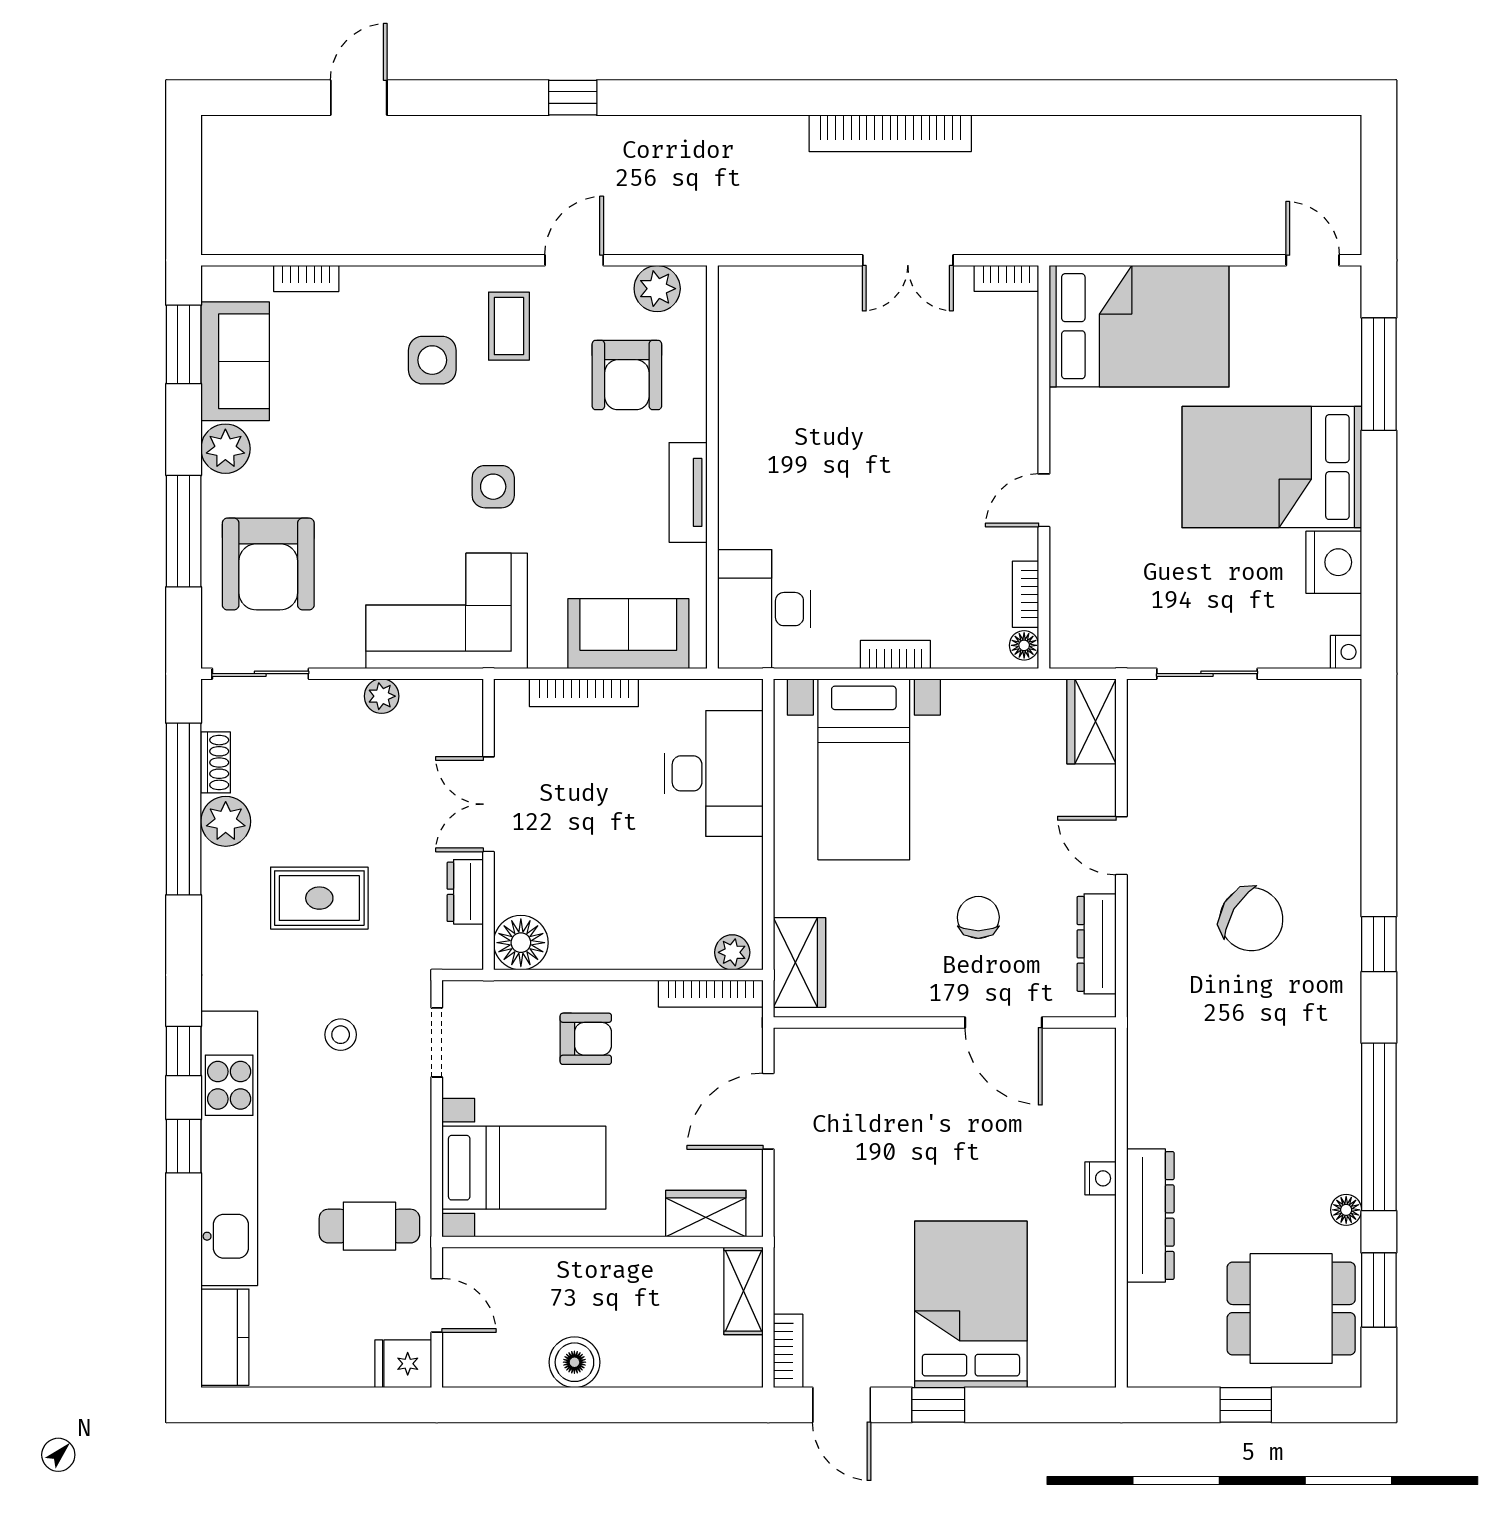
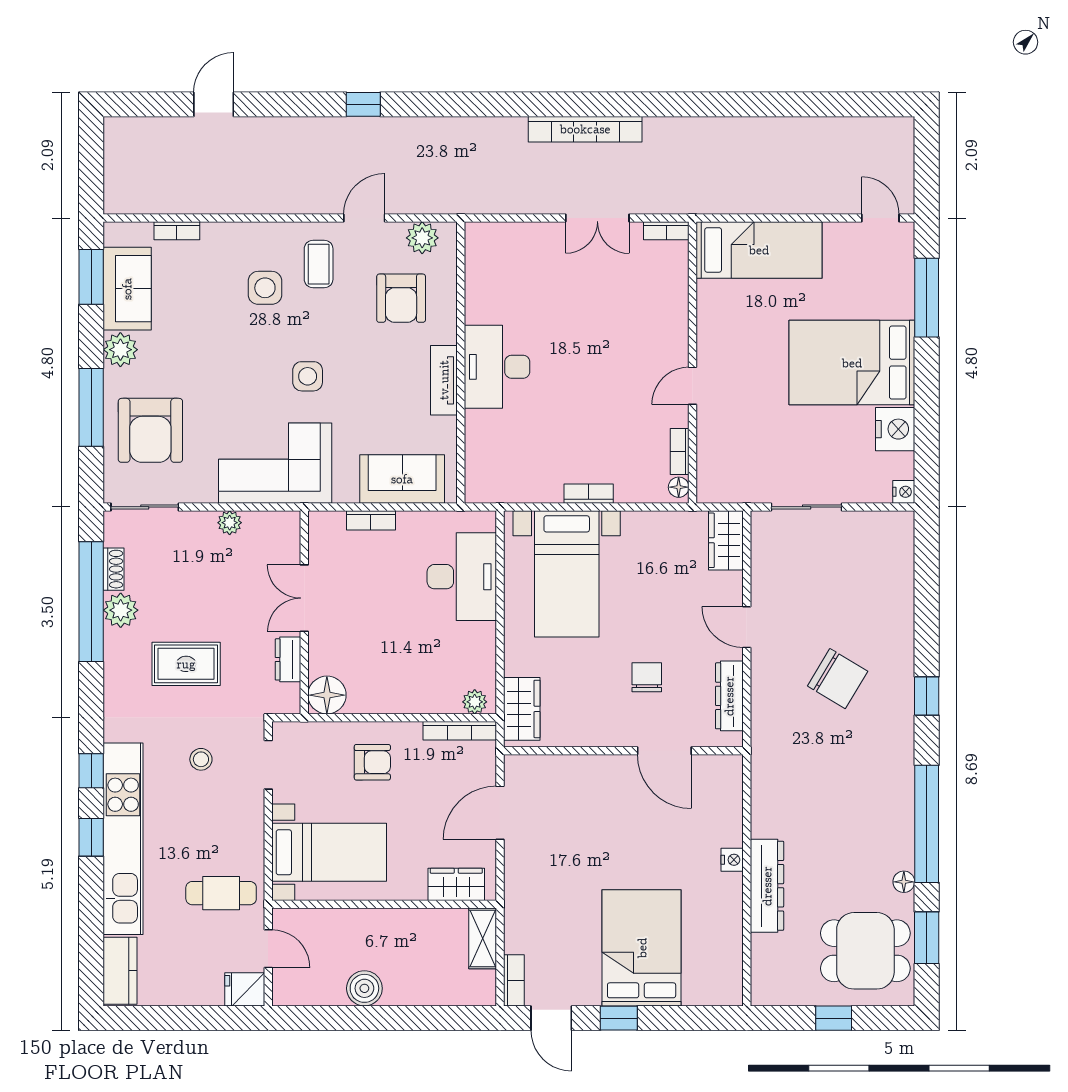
bed: (1139, 326) -> (759, 250), width x0.67
desk: (764, 609) -> (497, 367), moved
bookcase: (584, 693) -> (371, 520), width x0.64

